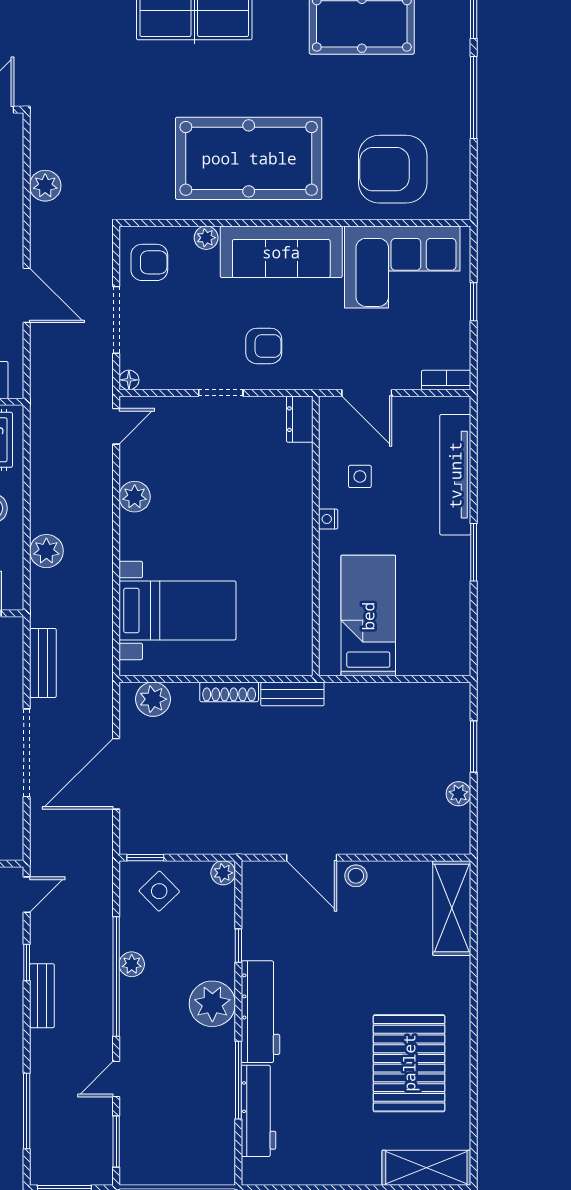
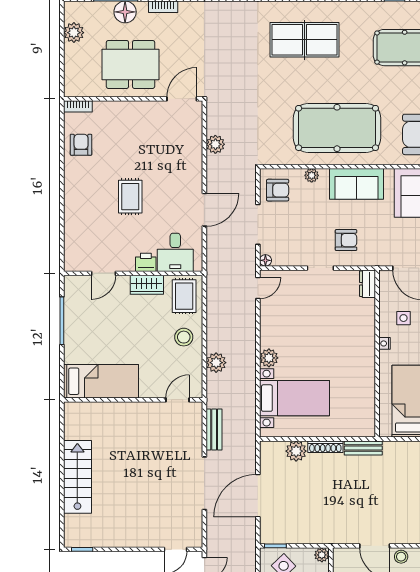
sofa: (281, 252) -> (356, 184), width x0.73
door: (27, 295) -> (204, 210), hinge flipped
plant: (135, 497) -> (269, 358), moved
plant: (153, 699) -> (296, 451), moved

